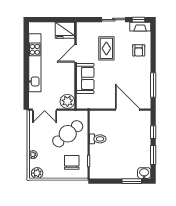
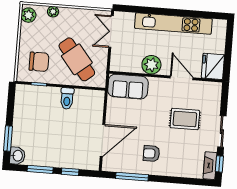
armchair: (139, 50) -> (151, 154), moved
sofa: (85, 78) -> (128, 87), moved
plant: (67, 101) -> (151, 65), moved

